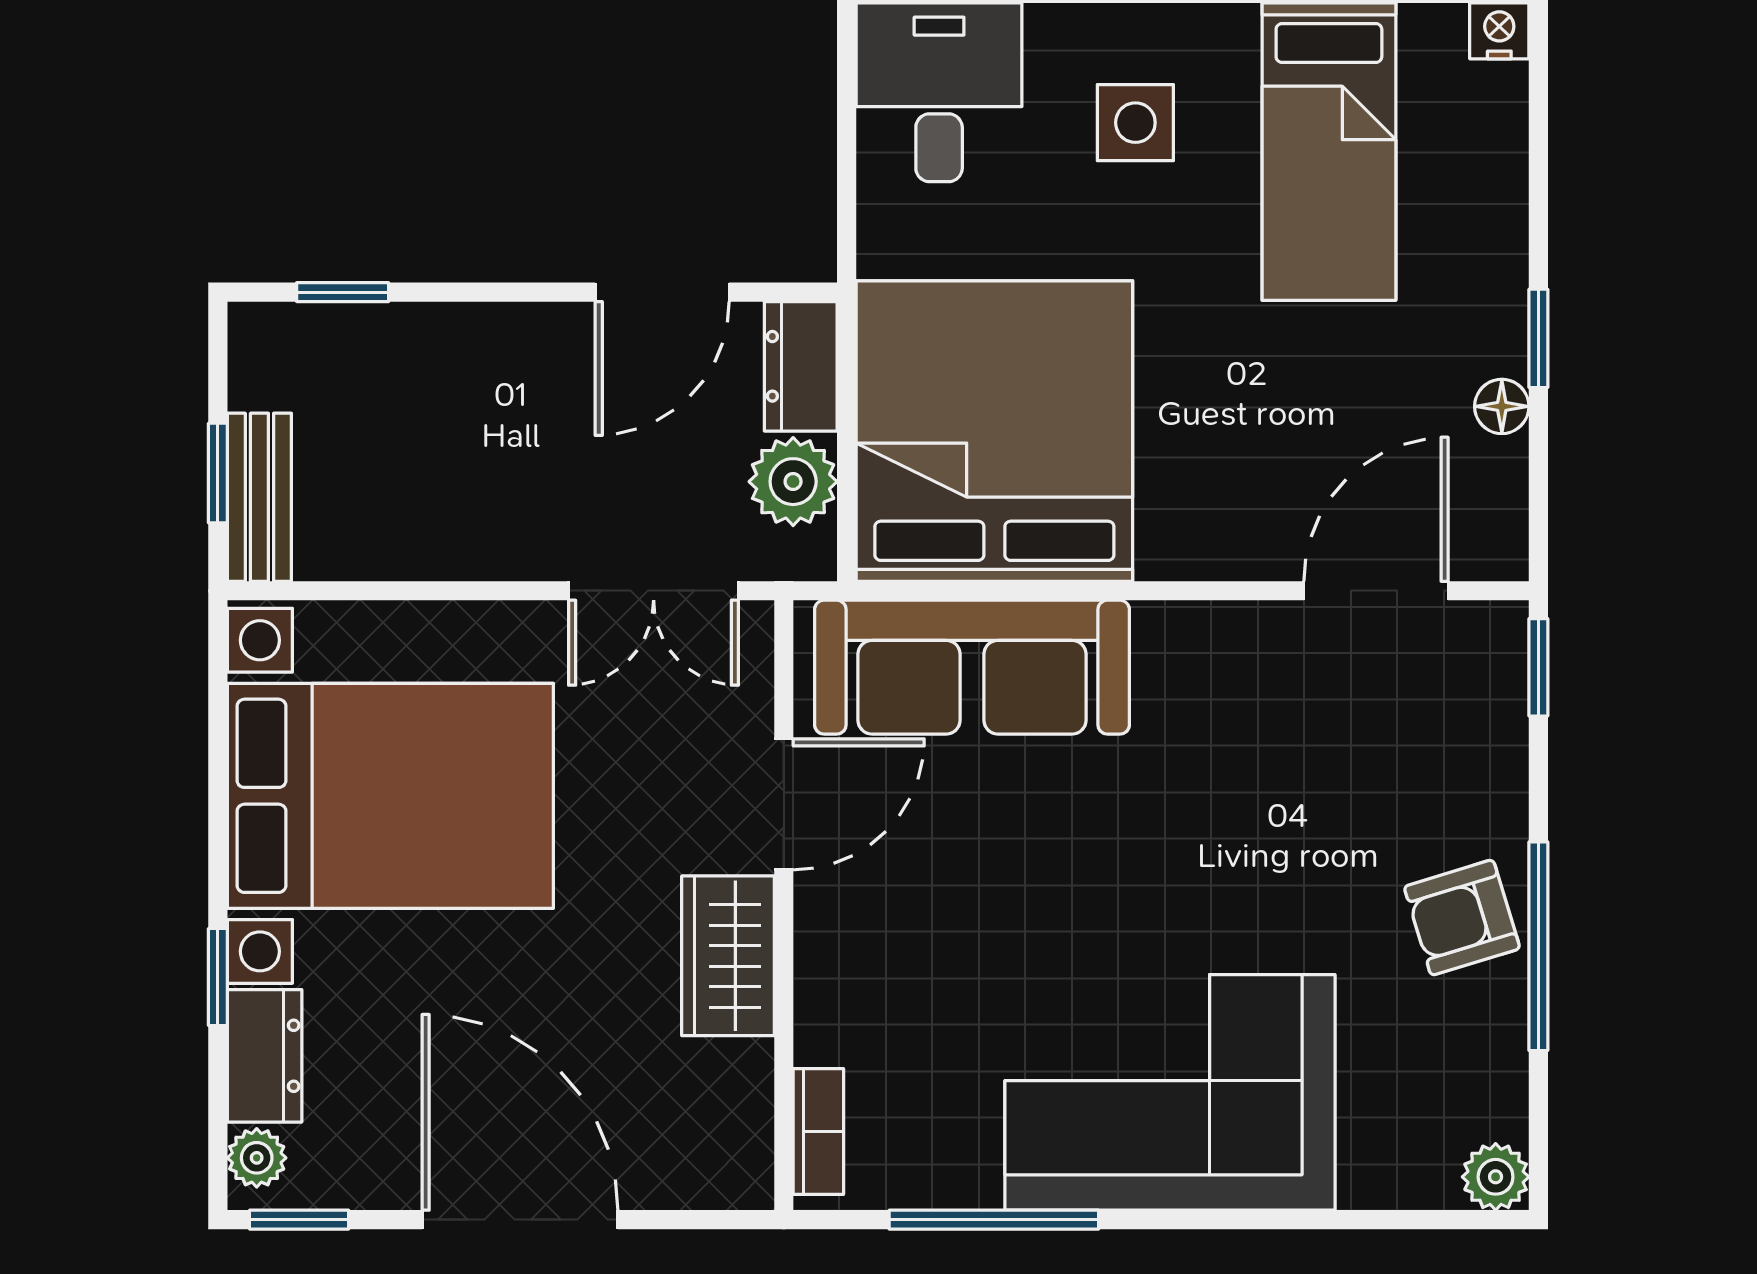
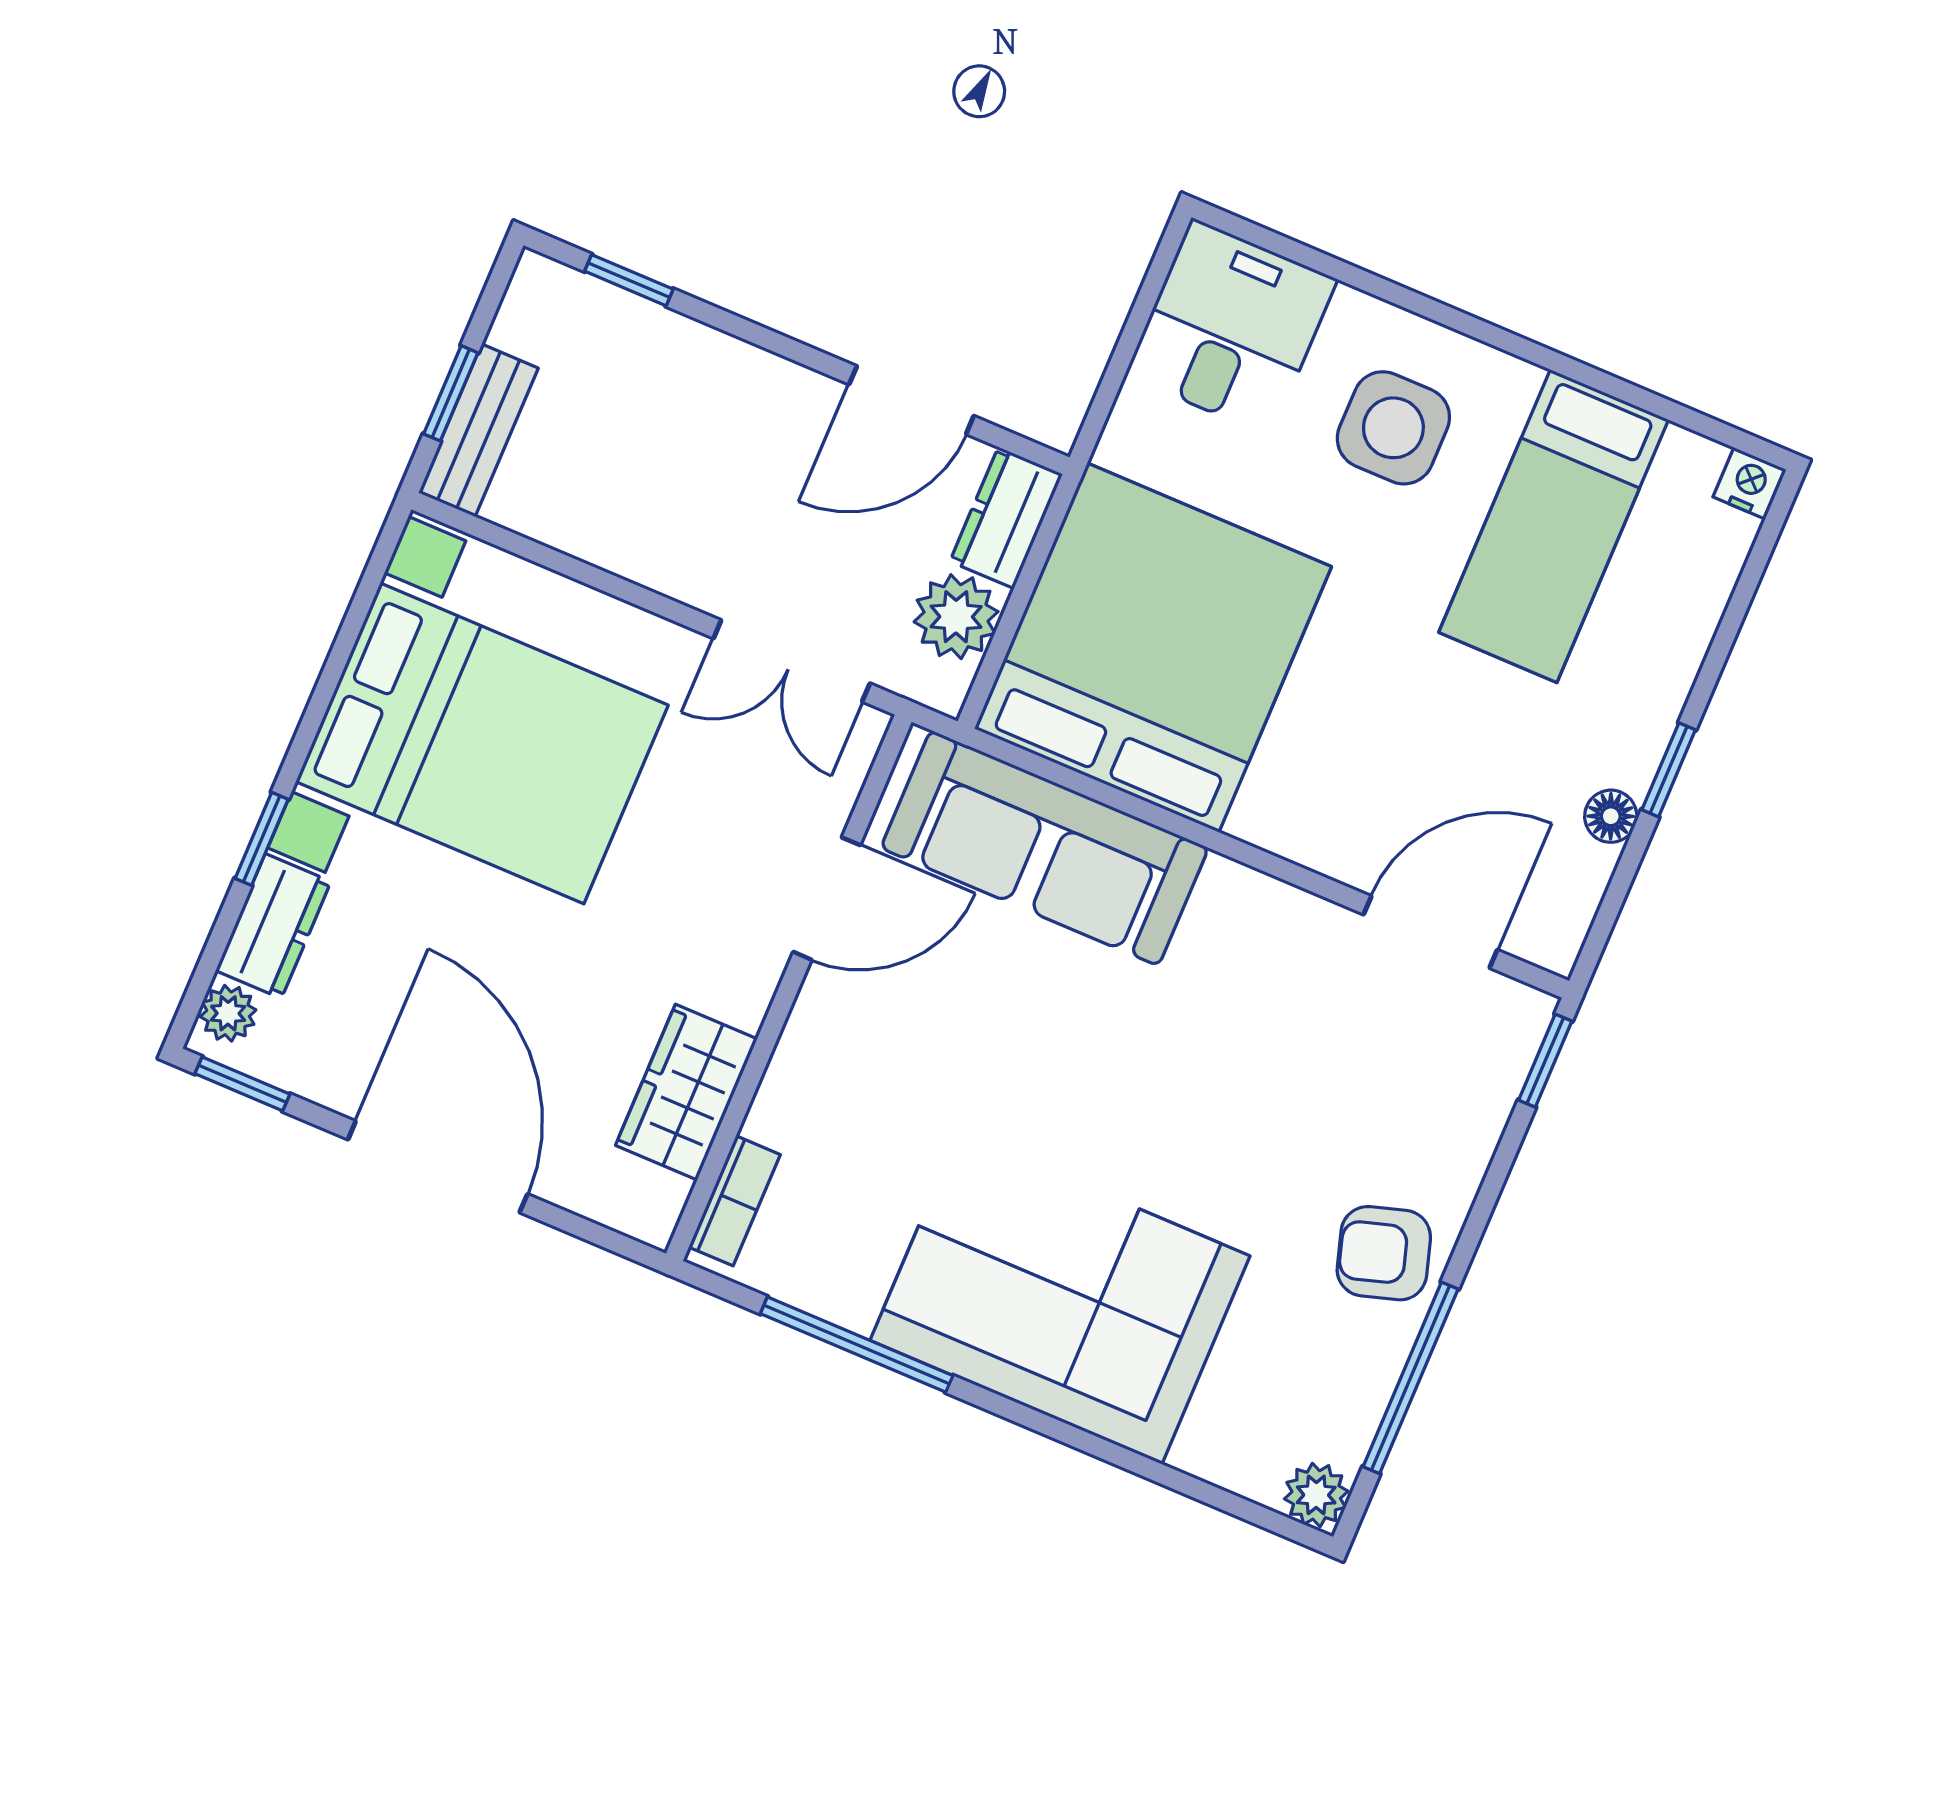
side table: (1135, 123) -> (1393, 428), width x1.37, depth x1.37
window: (1538, 946) -> (1411, 1378), moved
wardrobe: (728, 956) -> (686, 1092), moved

